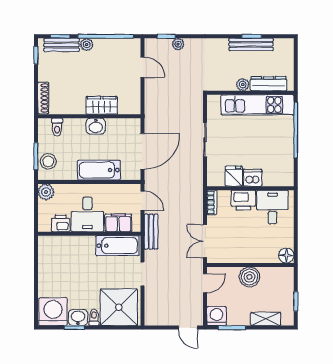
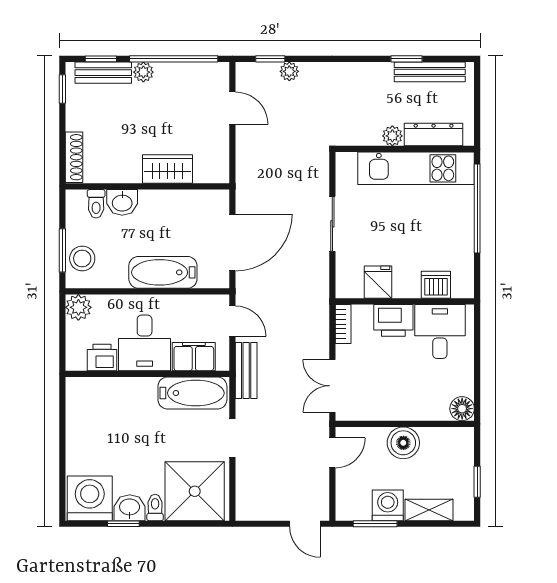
bench: (251, 44) -> (430, 72), moved
washbasin: (96, 126) -> (122, 202), moved
dishwasher: (253, 178) -> (436, 285), moved
washing machine: (217, 316) -> (388, 505), moved

